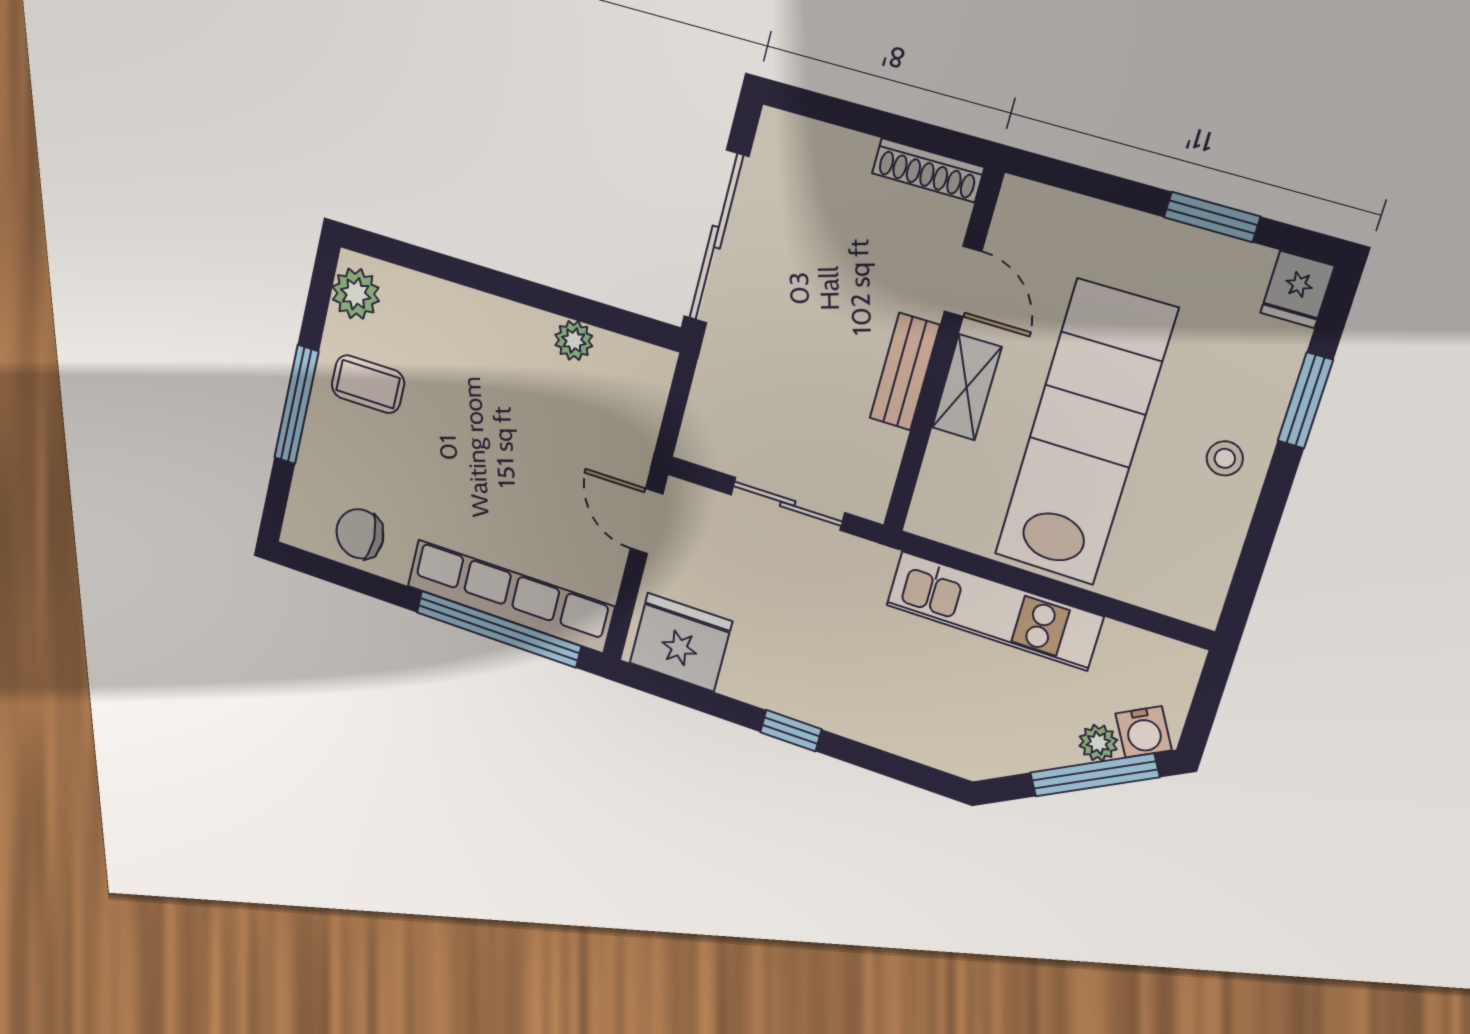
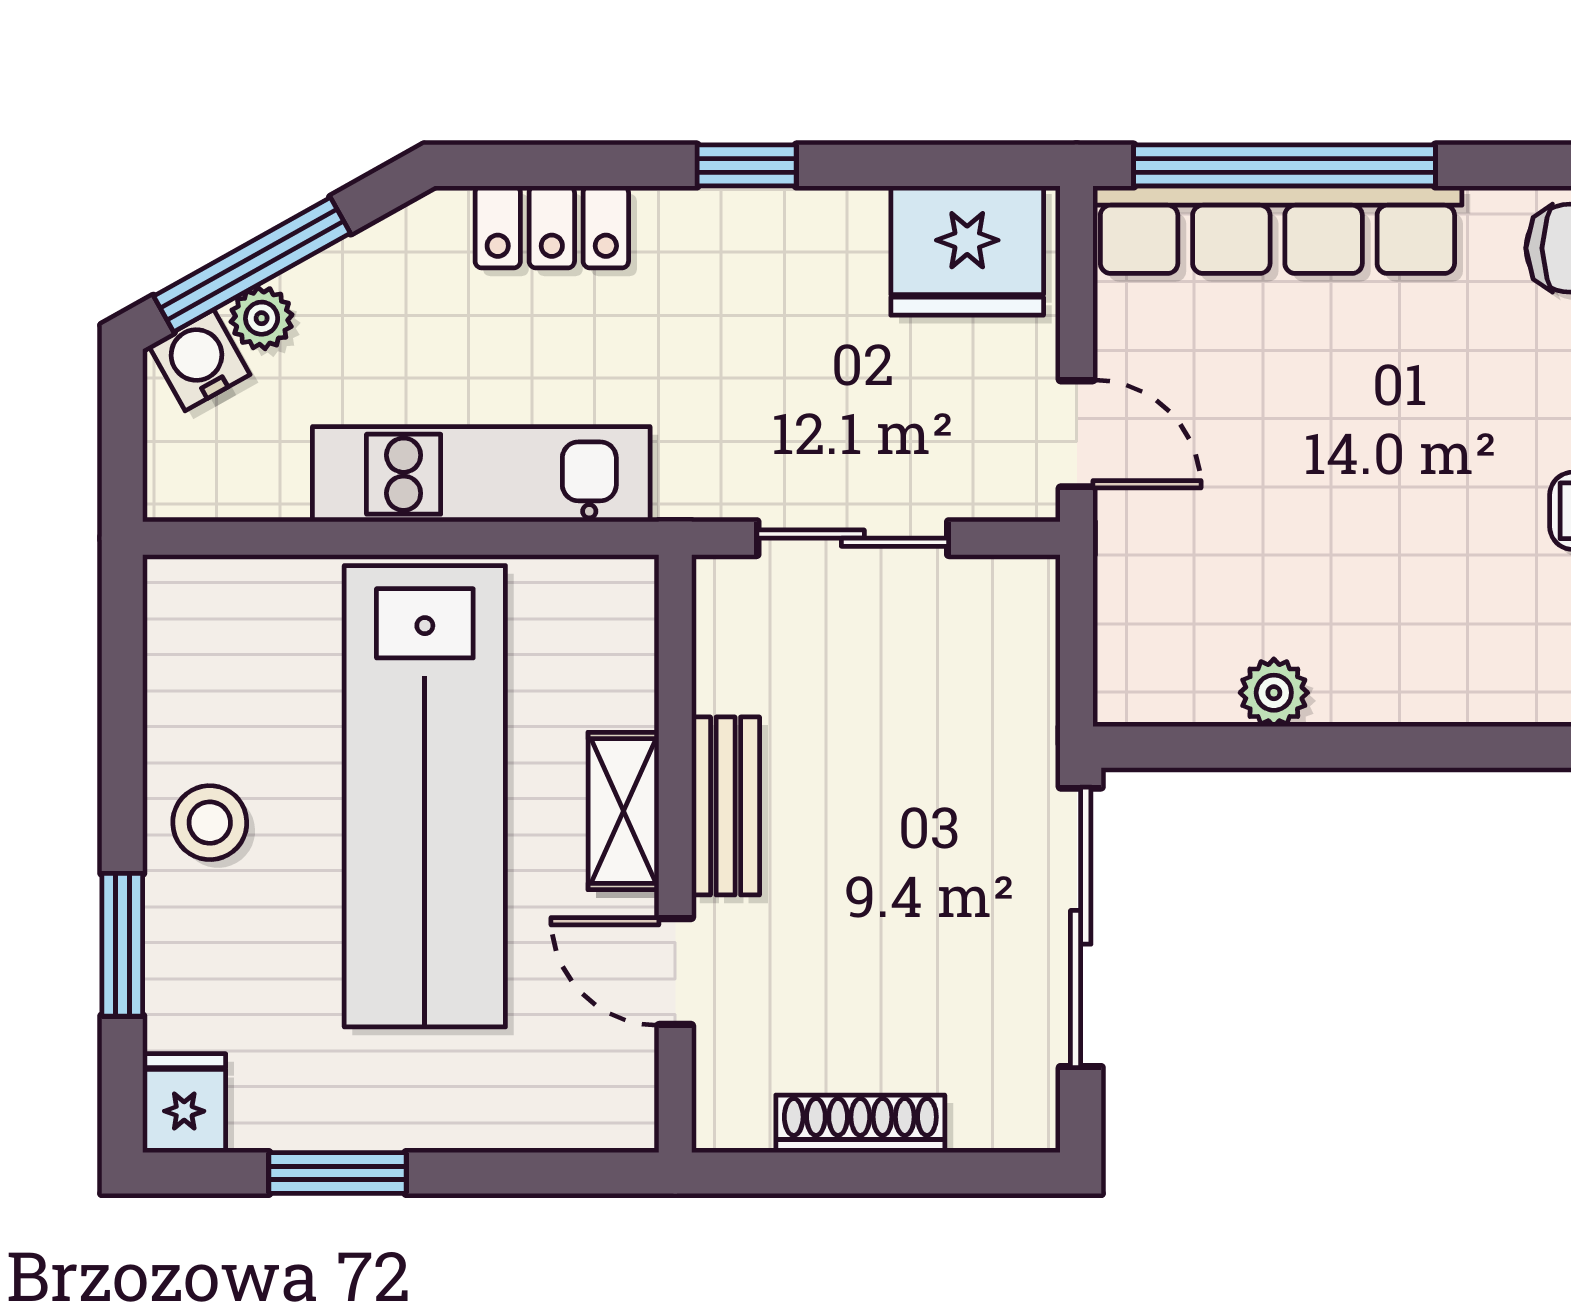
shoe rack: (928, 170) -> (860, 1124), moved
stool: (1225, 458) -> (210, 823), width x1.37, depth x1.37
locker: (911, 735) -> (552, 227), added

